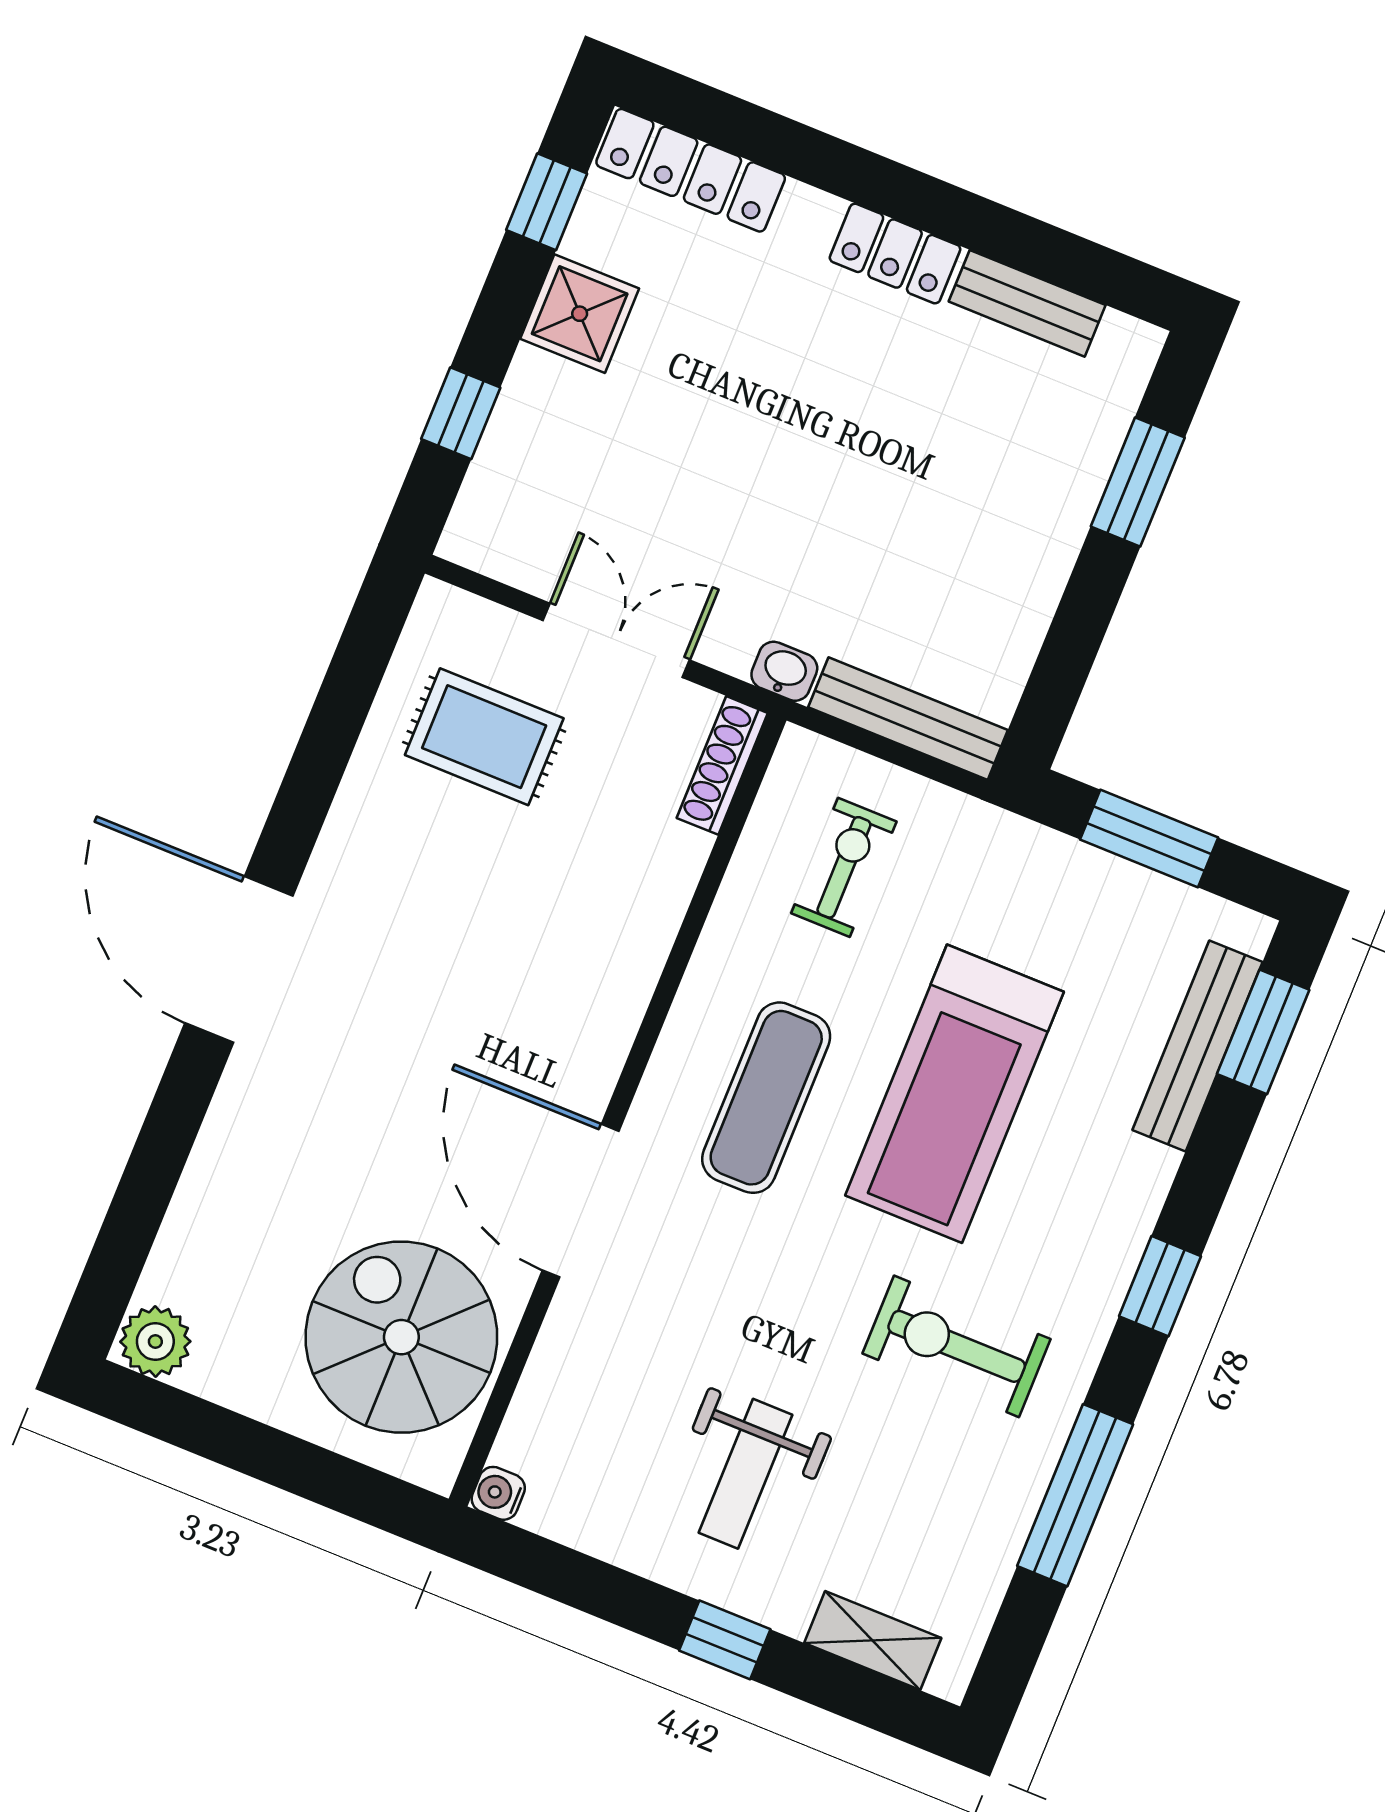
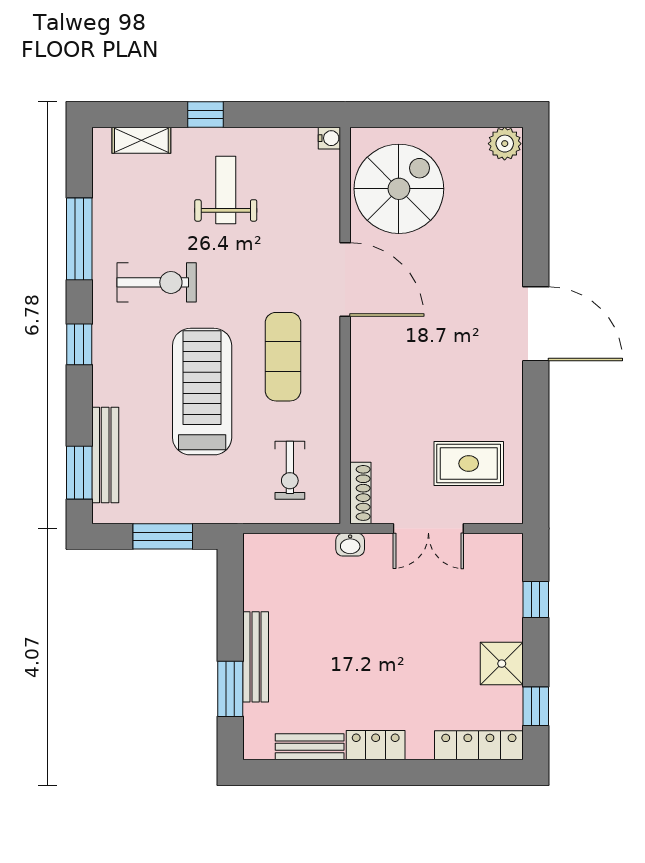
bench: (908, 719) -> (256, 657), moved, turned 90
spiral stairs: (401, 1337) -> (399, 189), turned -90

